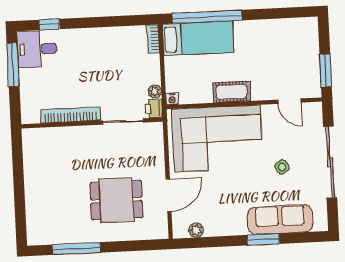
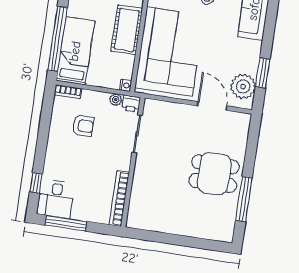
armchair: (120, 62) -> (83, 126), added
cot: (231, 92) -> (127, 30), width x1.37, depth x1.34
bookcase: (71, 115) -> (119, 198), moved
dining table: (116, 200) -> (214, 174), moved, turned 90
plant: (196, 230) -> (243, 86), width x1.87, depth x1.87
window: (263, 239) -> (263, 73), moved

